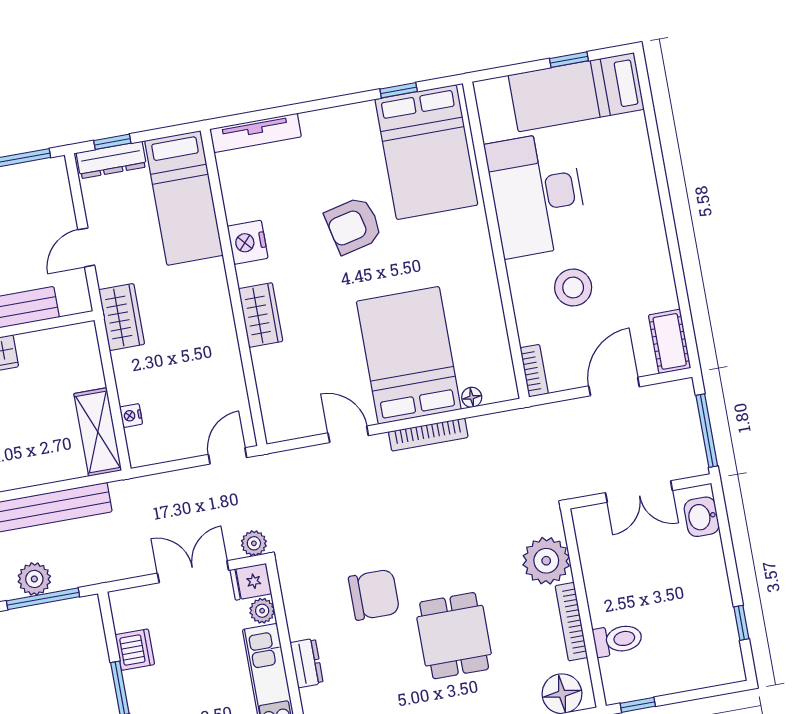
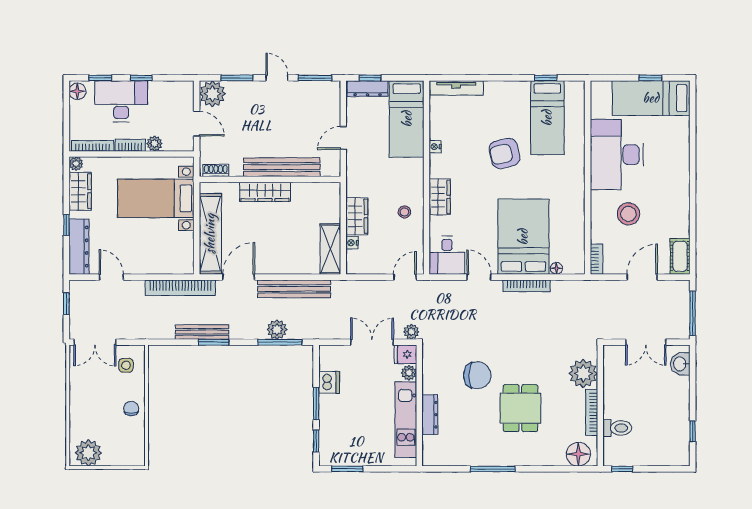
bed: (426, 152) -> (547, 118), width x0.67
nightstand: (248, 242) -> (435, 147), width x0.53, depth x0.56
wardrobe: (122, 317) -> (357, 216), moved
stool: (208, 350) -> (404, 212), added
desk: (290, 408) -> (447, 255), added
dresser: (307, 663) -> (430, 415), width x1.44

